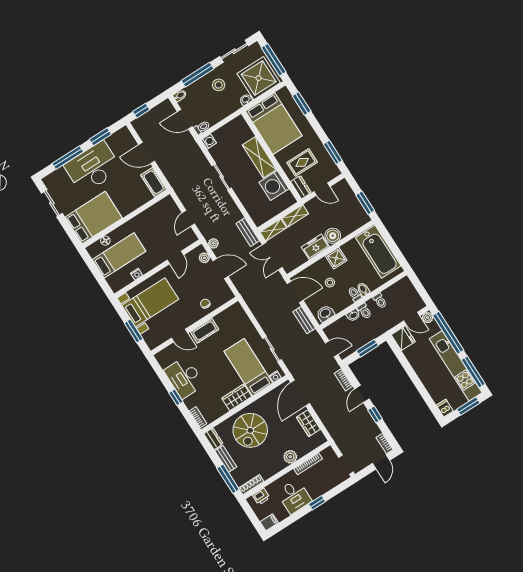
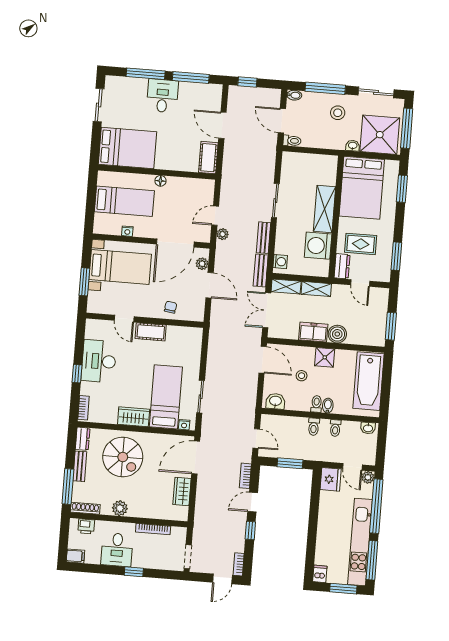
window: (100, 137) -> (191, 77), width x1.44
washing machine: (209, 141) -> (280, 262), moved
desk: (93, 167) -> (162, 96), width x0.53, depth x0.77
floor lamp: (105, 241) -> (160, 181), moved
plant: (213, 243) -> (223, 234), moved
door: (175, 257) -> (175, 243), width x1.88
washbasin: (353, 315) -> (368, 428), moved
bench: (304, 320) -> (264, 238), moved
spiral stairs: (250, 430) -> (123, 457), turned -90
plant: (290, 457) -> (120, 508), moved

